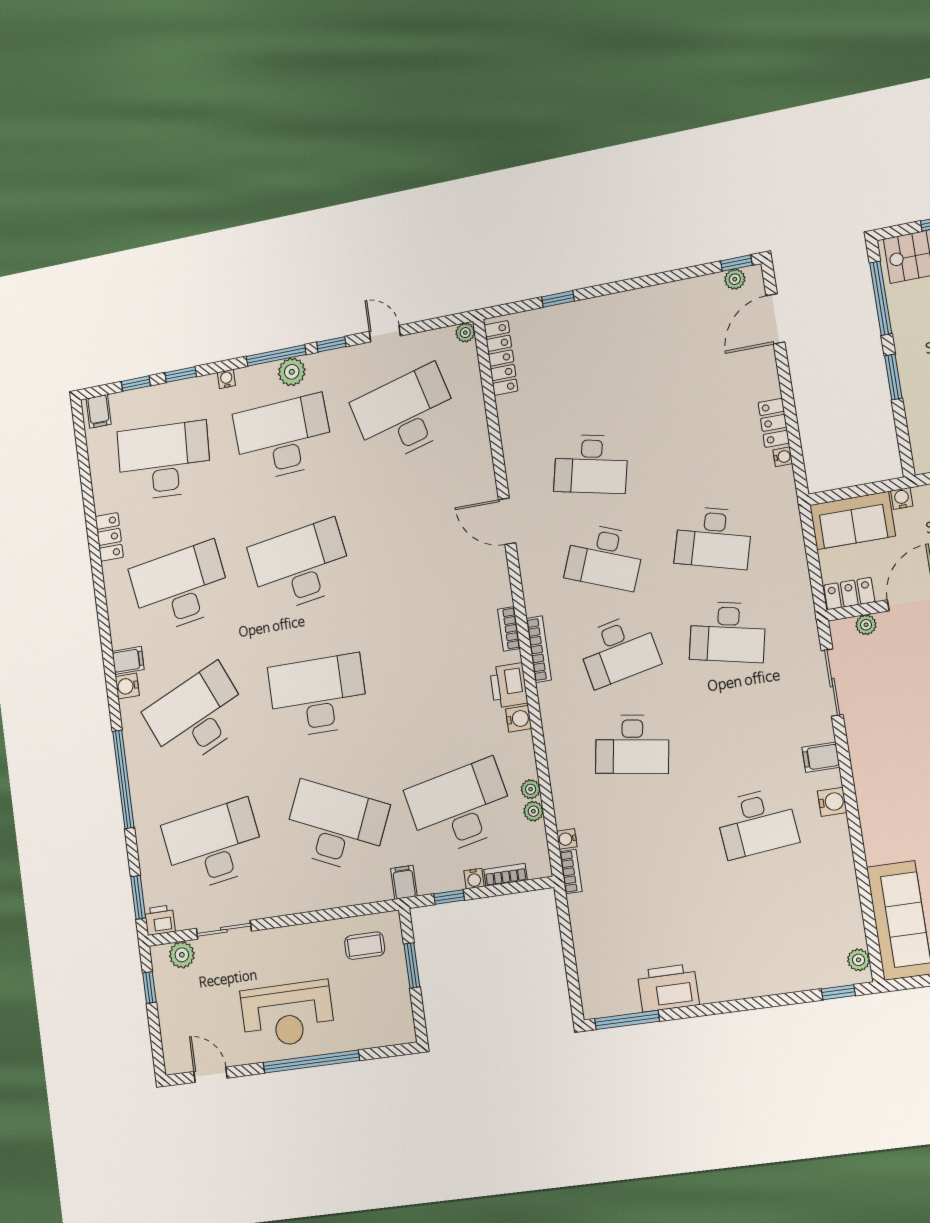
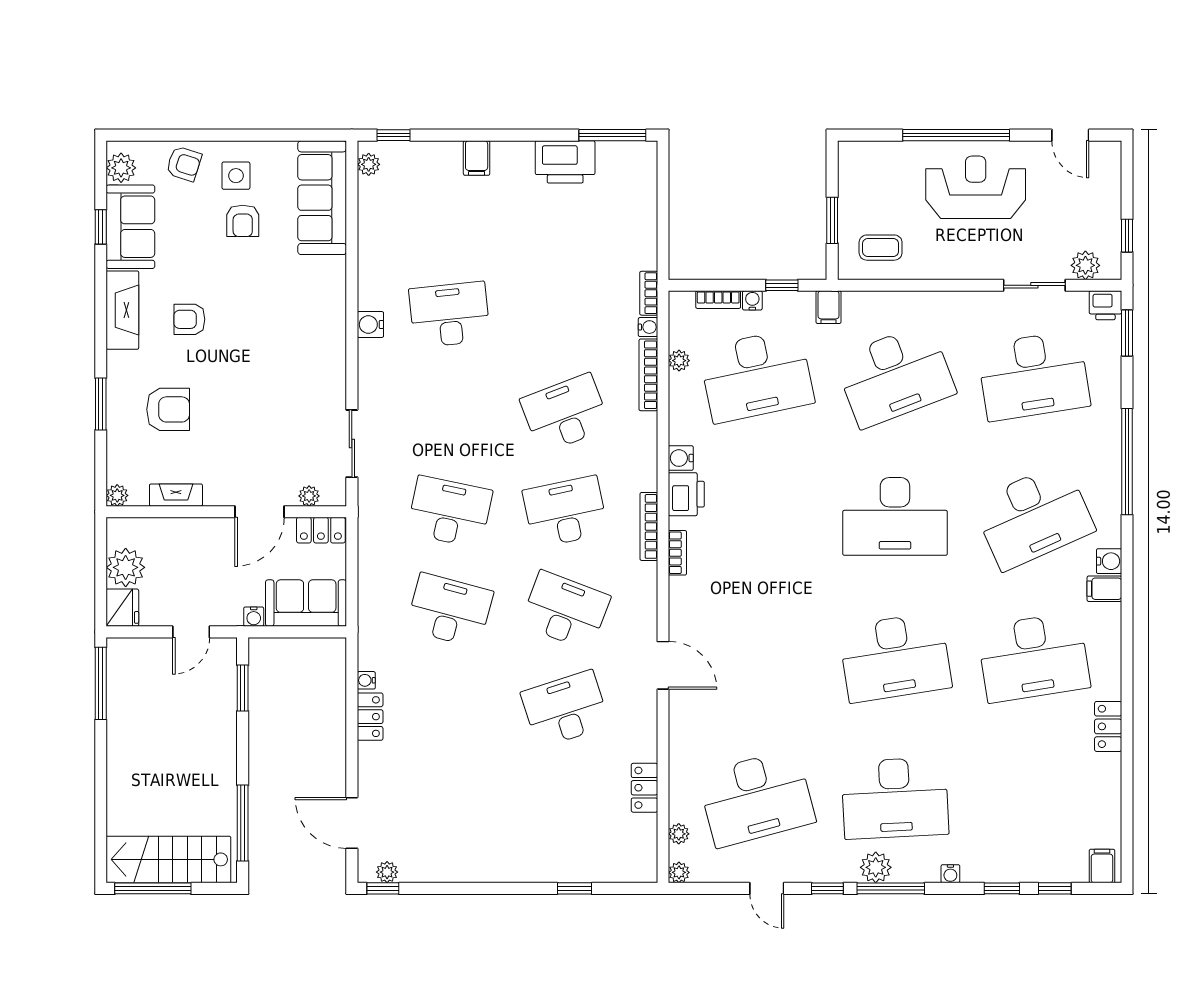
door: (775, 319) -> (352, 823), swing flipped
locker: (501, 358) -> (644, 788), moved, width x0.66
window: (893, 377) -> (243, 688), moved
desk: (164, 461) -> (1034, 798), removed
desk: (591, 464) -> (565, 709), turned -30
desk: (632, 744) -> (565, 413), turned -30
filing cabinet: (821, 757) -> (477, 158), moved, turned 90
plant: (531, 789) -> (679, 834), moved
bookcase: (560, 793) -> (648, 375), added
desk: (336, 827) -> (895, 376), turned -45

